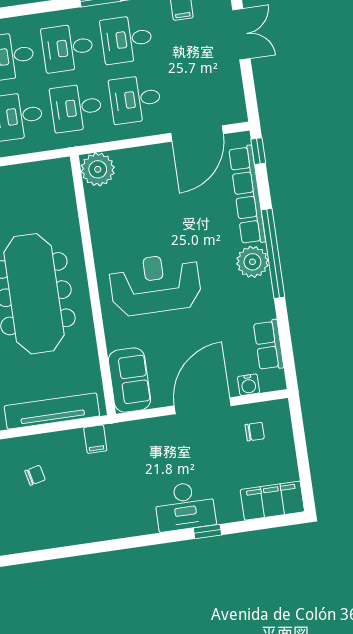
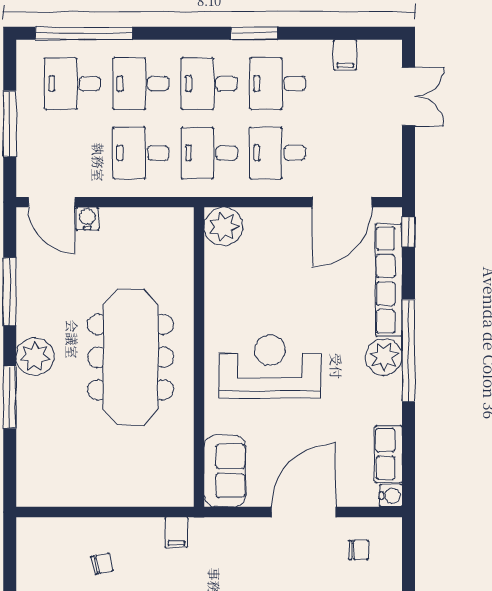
water cooler: (249, 385) -> (391, 496), moved, turned -90
tv unit: (52, 411) -> (132, 493), removed

